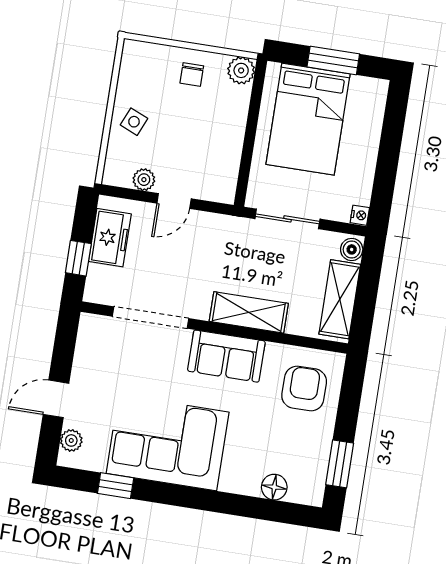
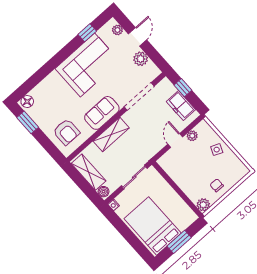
bed: (308, 119) -> (153, 226), moved
plant: (87, 365) -> (141, 59), added
floor lamp: (274, 487) -> (27, 101), moved

